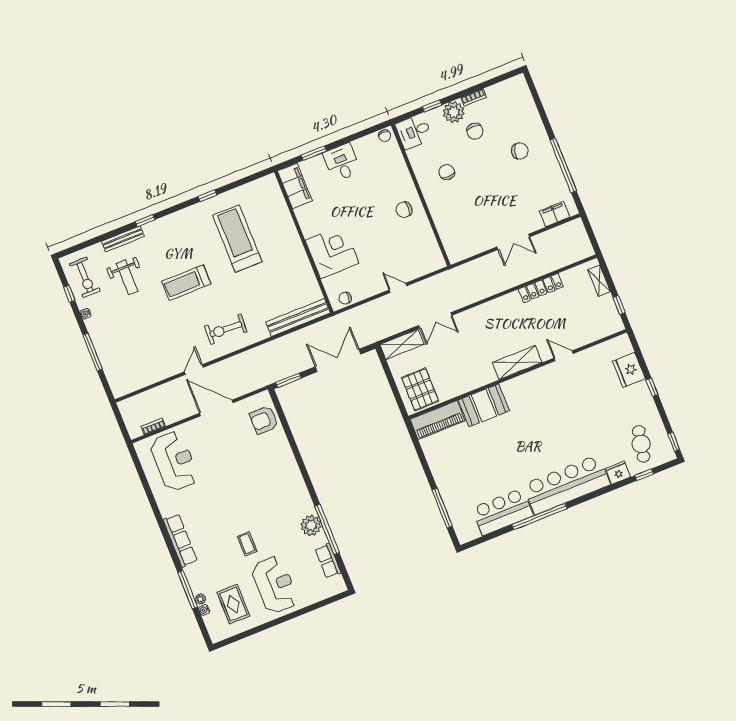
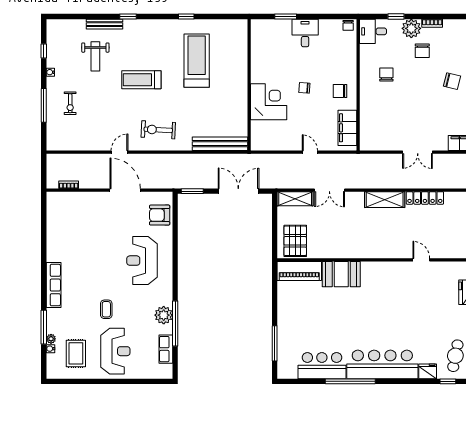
filing cabinet: (295, 186) -> (347, 128), moved, turned 180
exercise bike: (85, 277) -> (70, 103), moved, width x0.73, depth x0.72
chair: (345, 298) -> (304, 88), moved
shelving: (517, 362) -> (385, 200), moved
reception desk: (174, 461) -> (142, 261), moved, turned 180

